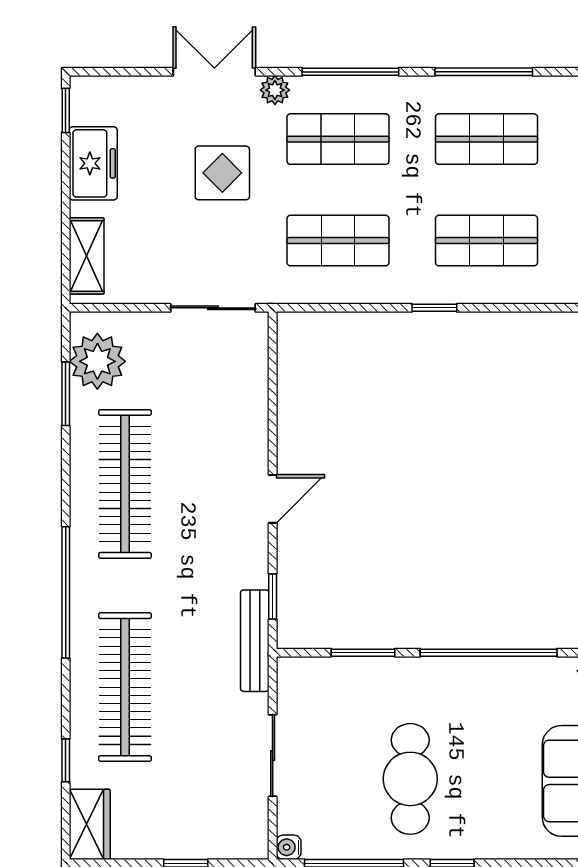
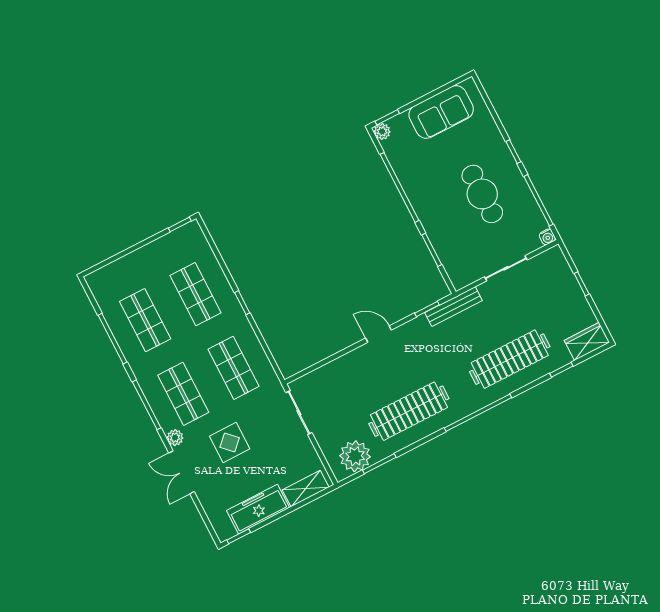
freezer: (93, 163) -> (258, 509), width x1.40
cafe table: (410, 779) -> (482, 194), turned 90

